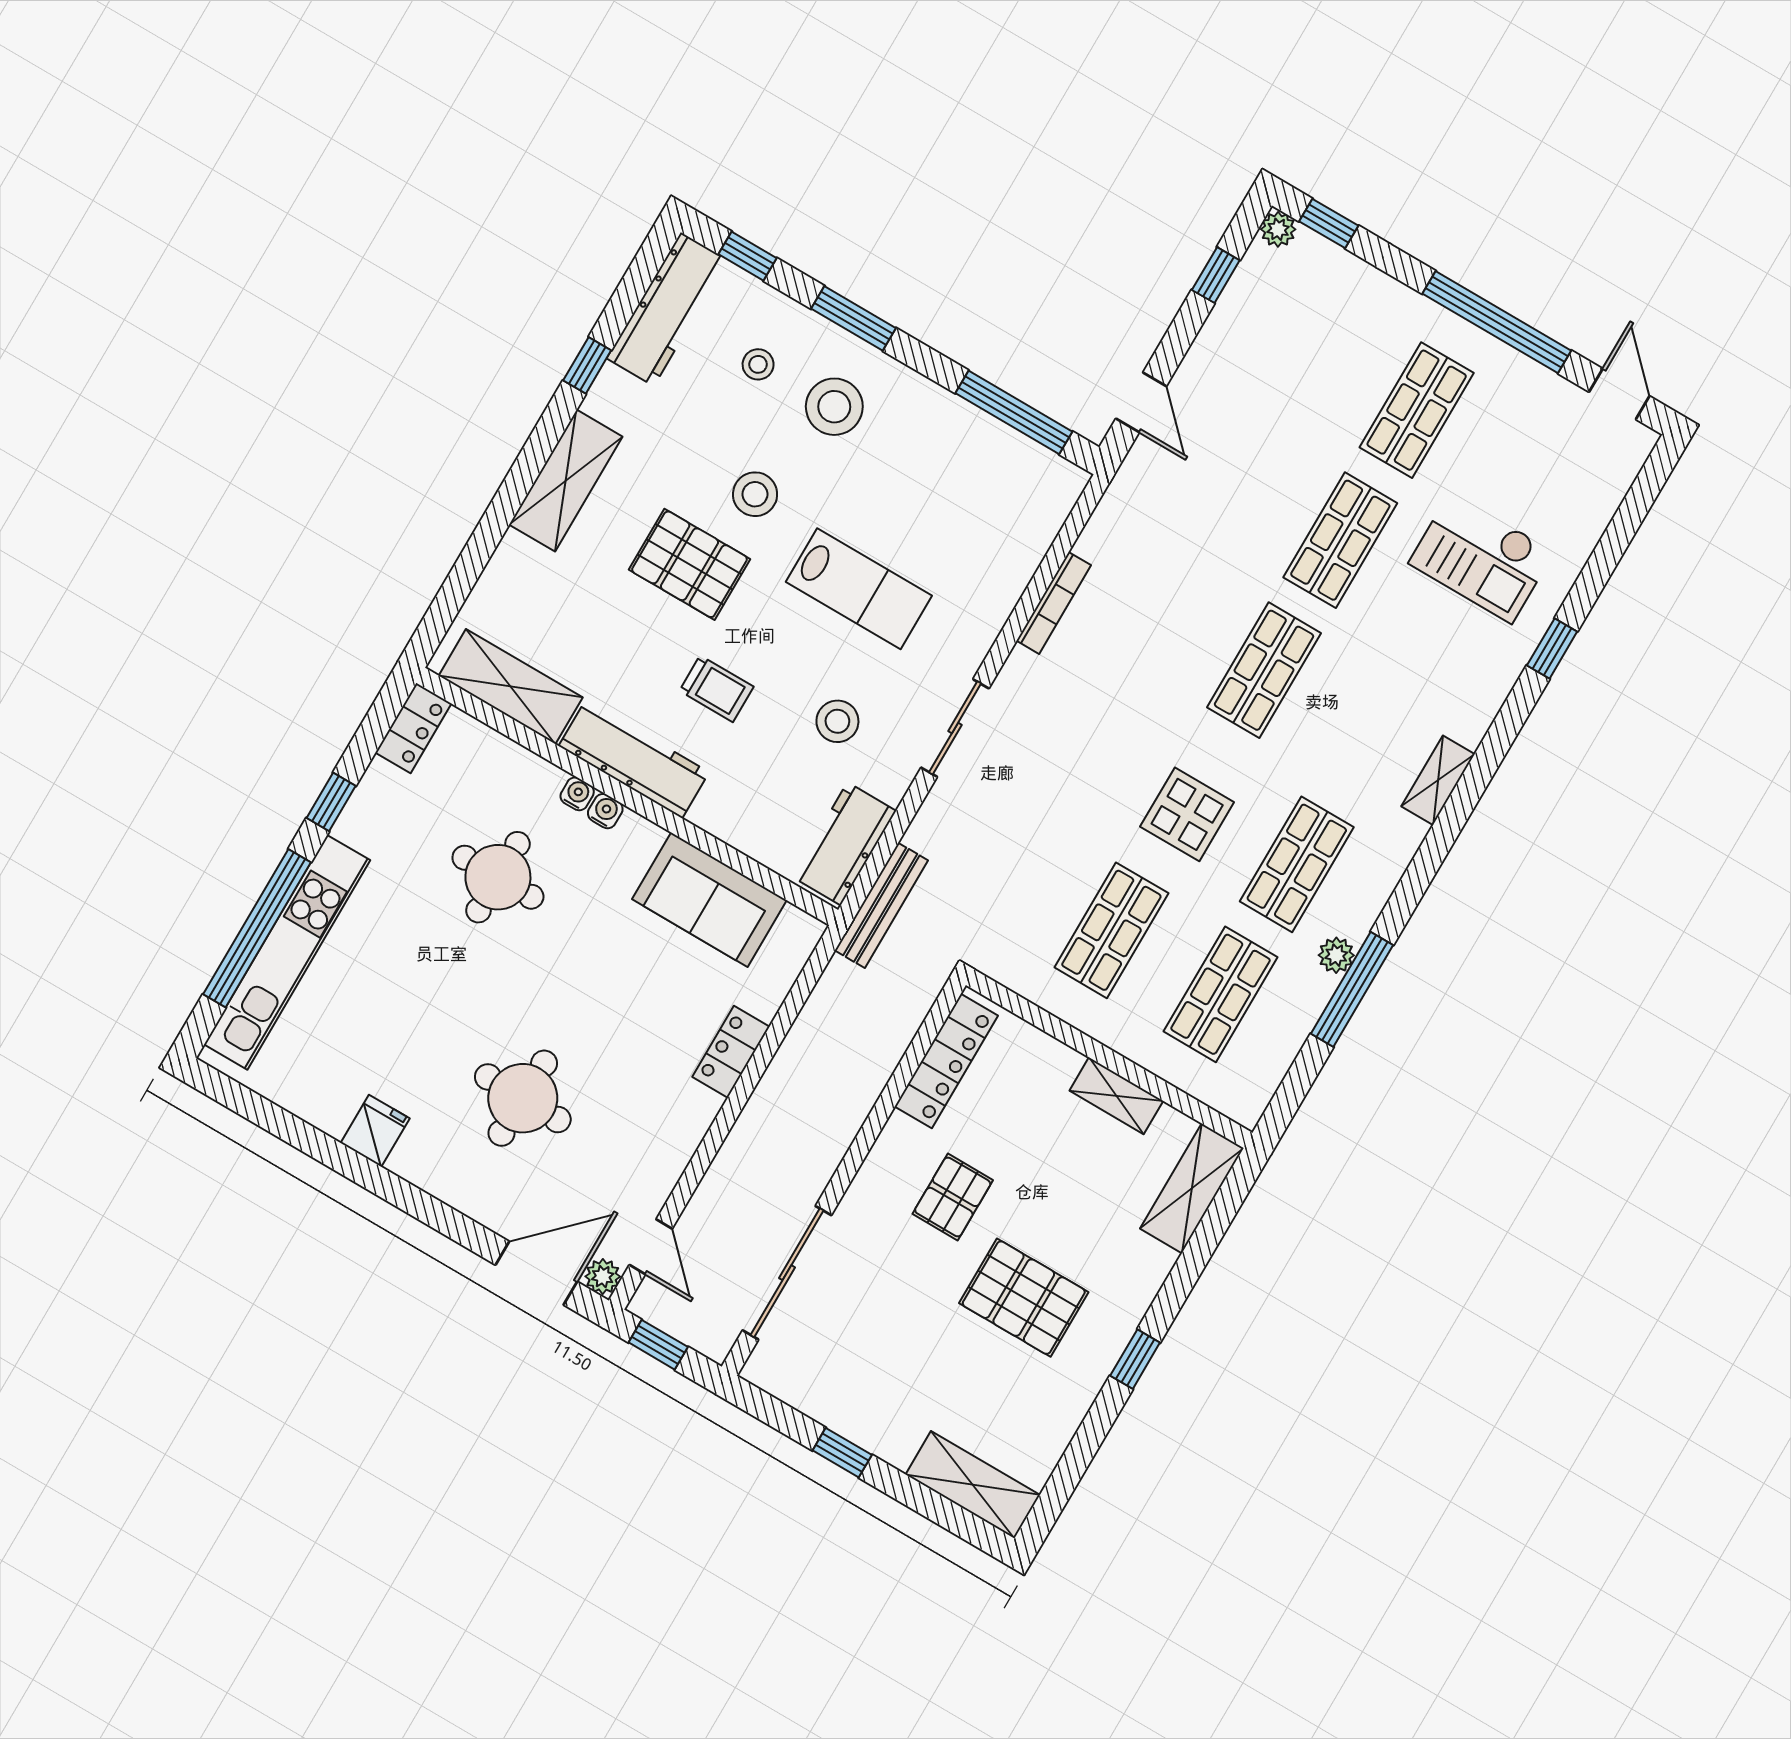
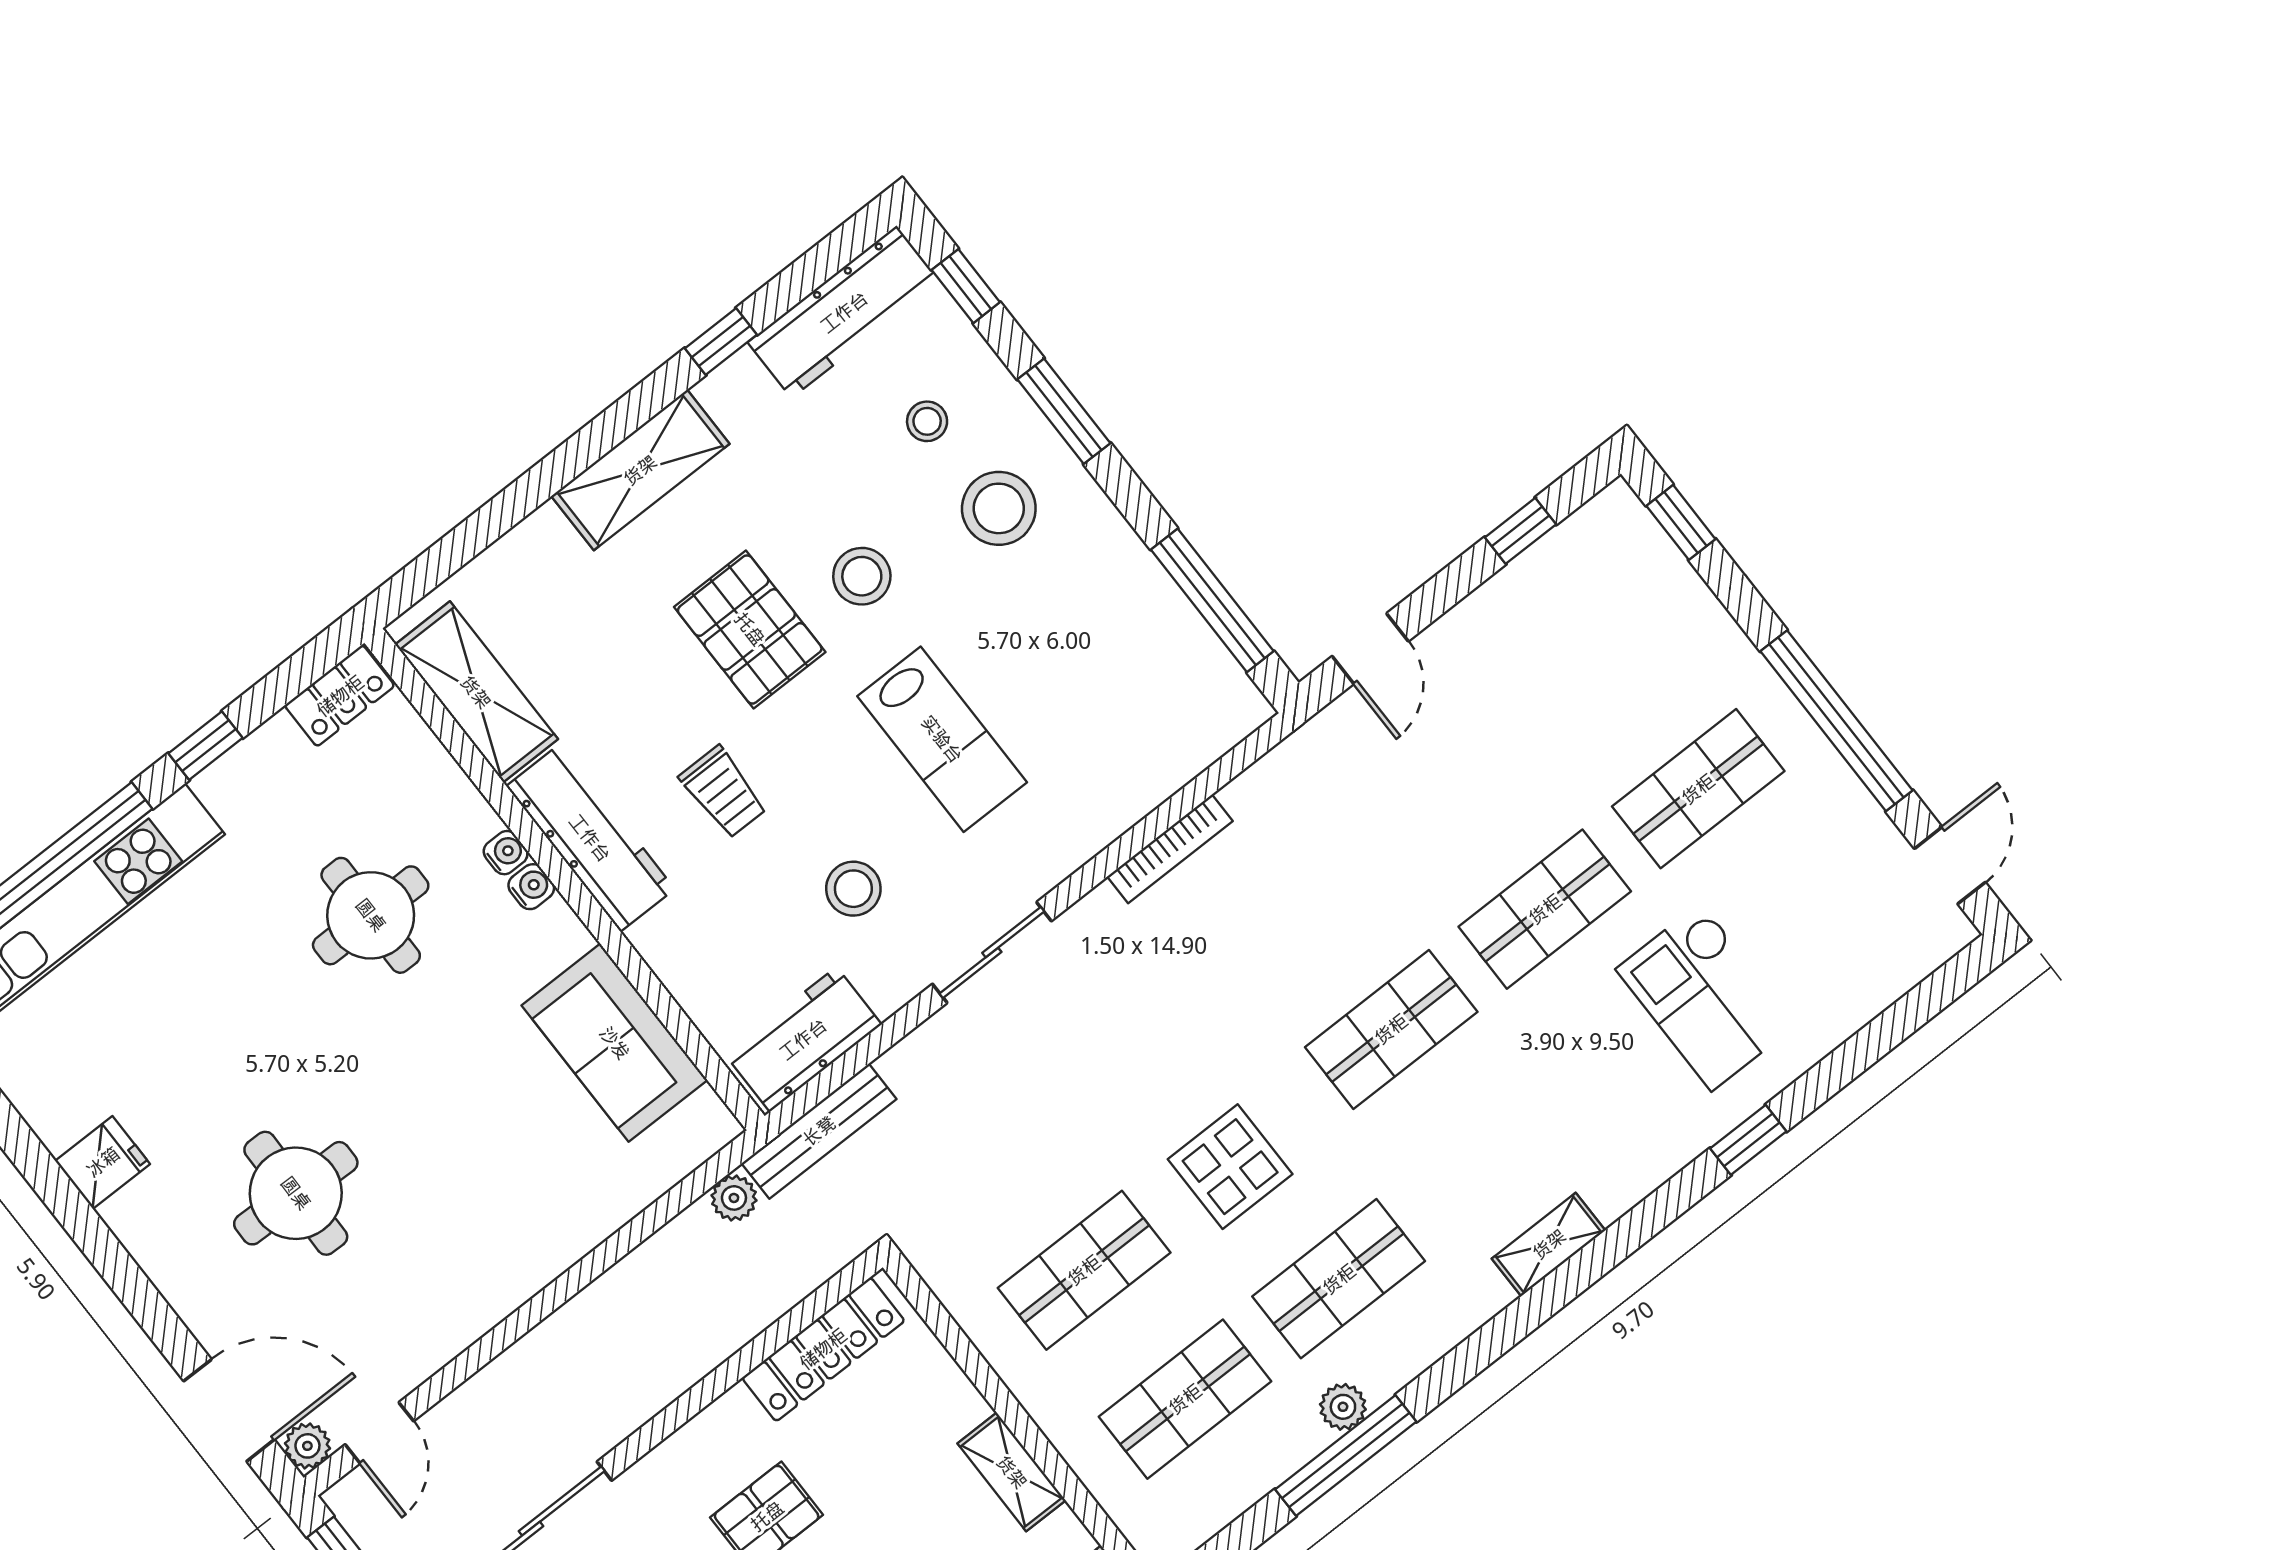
plant: (1278, 229) -> (734, 1198), moved
locker: (731, 1052) -> (568, 1236), removed

